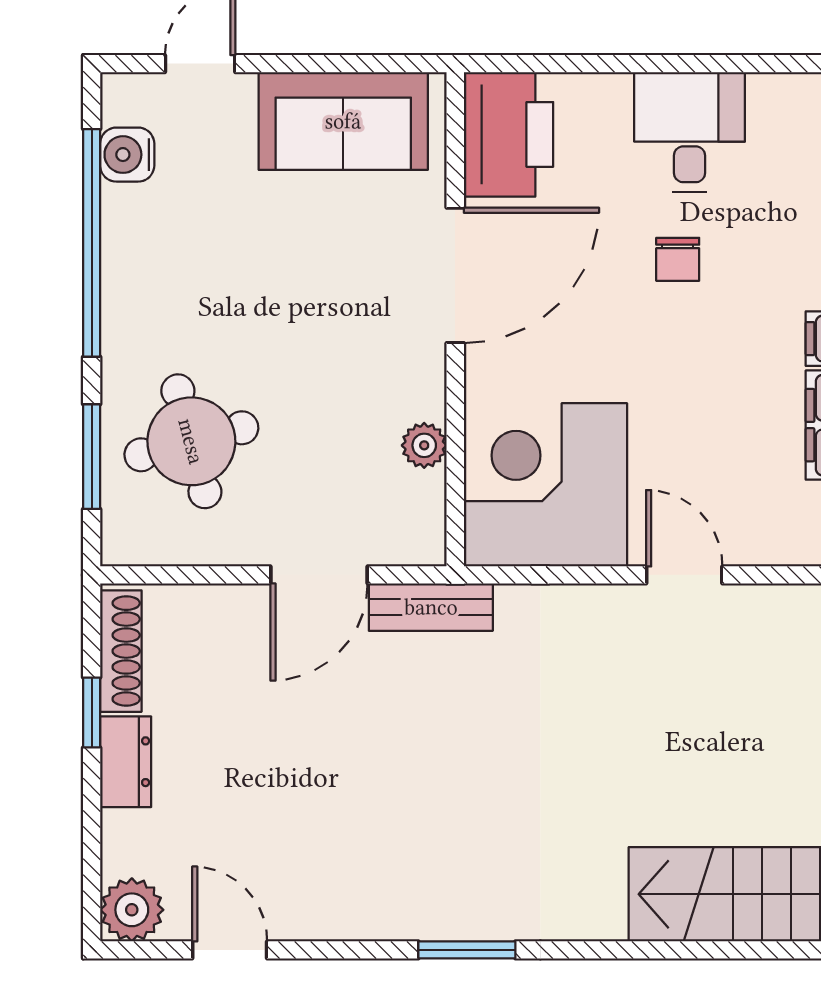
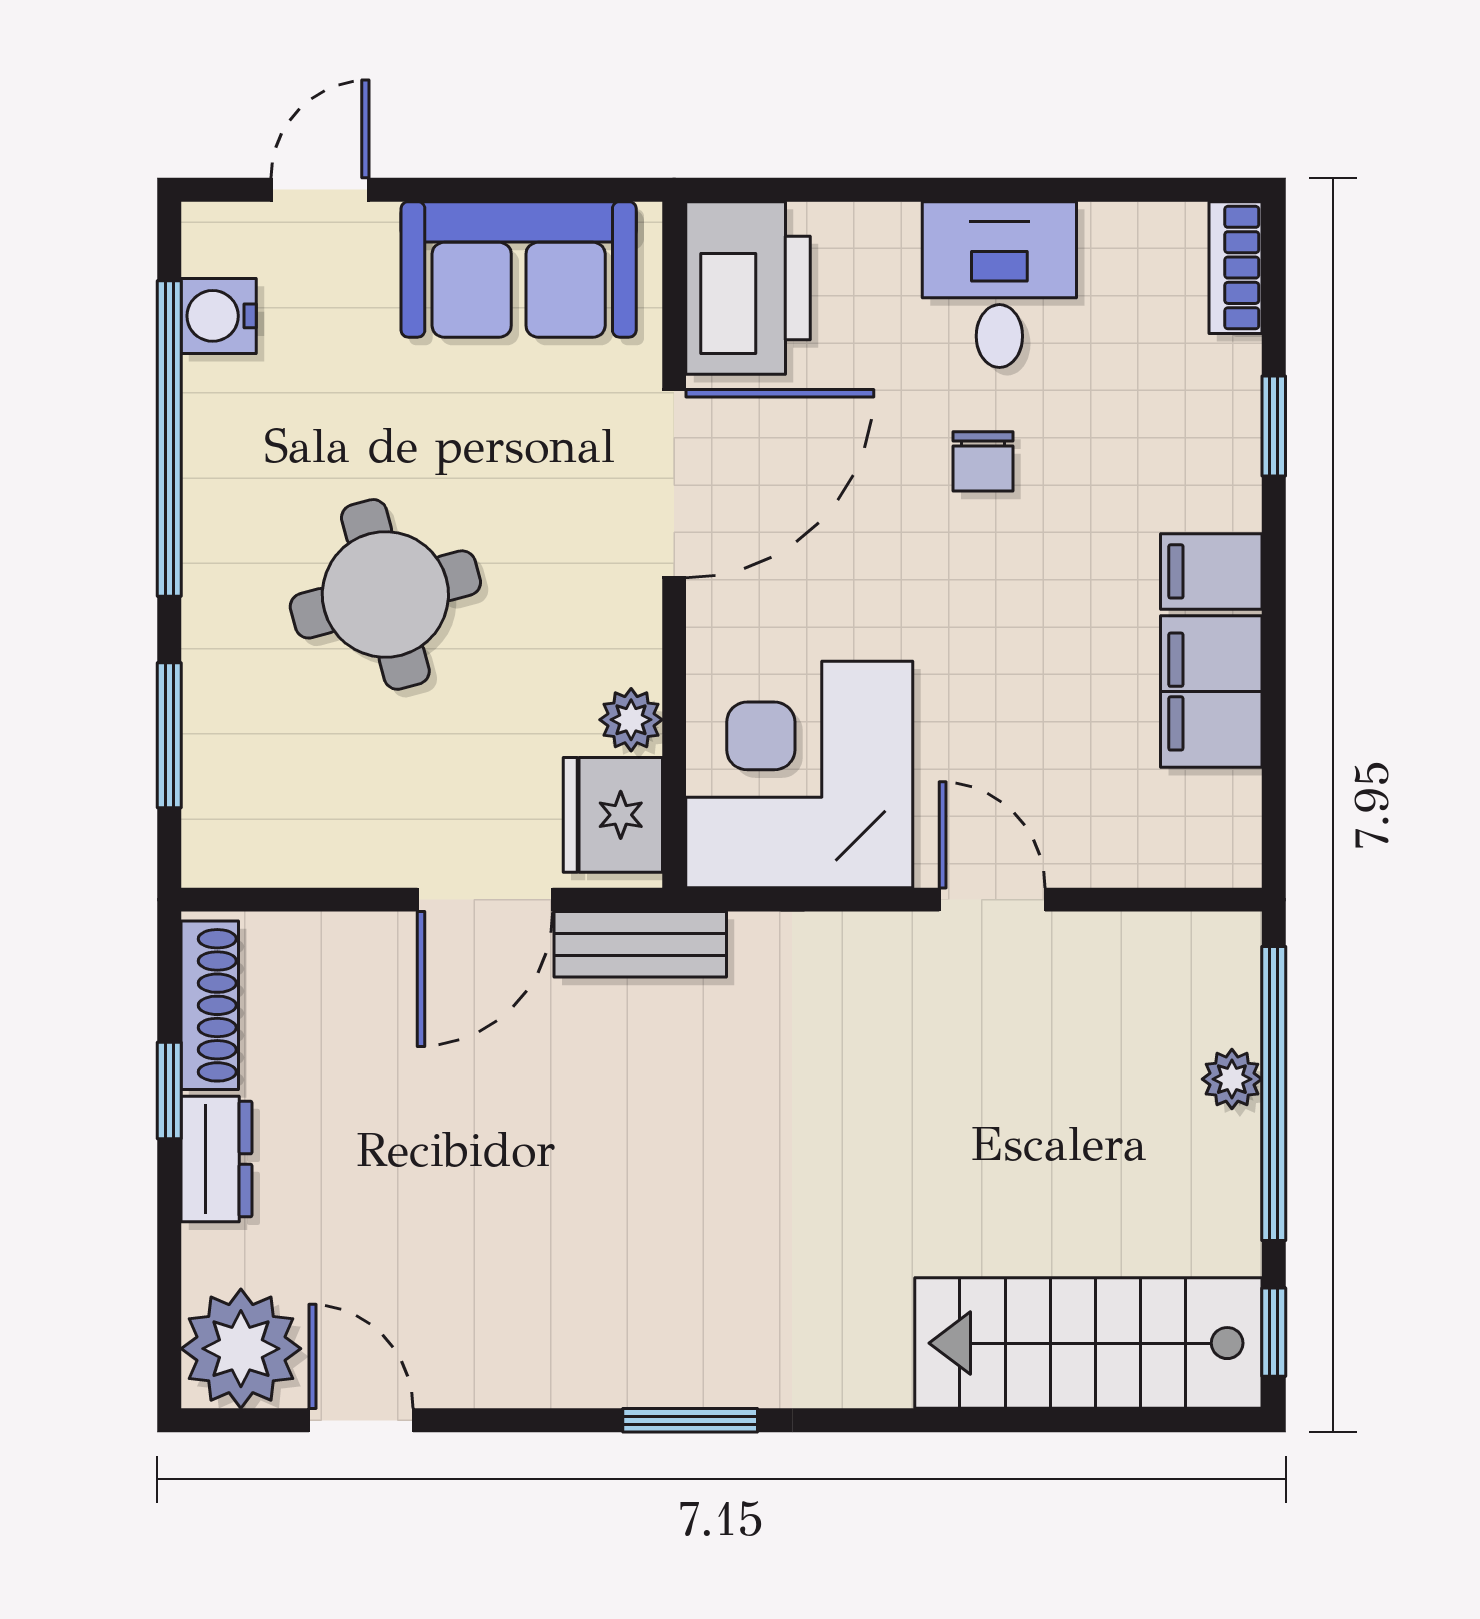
round table: (191, 441) -> (385, 594), moved
fridge: (411, 514) -> (613, 815), added
plant: (132, 910) -> (241, 1349), width x1.36, depth x1.36

